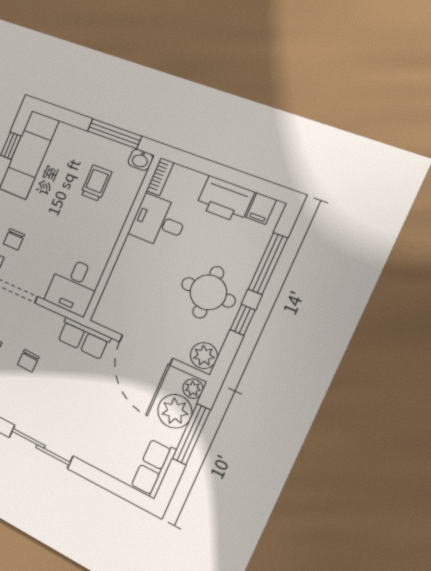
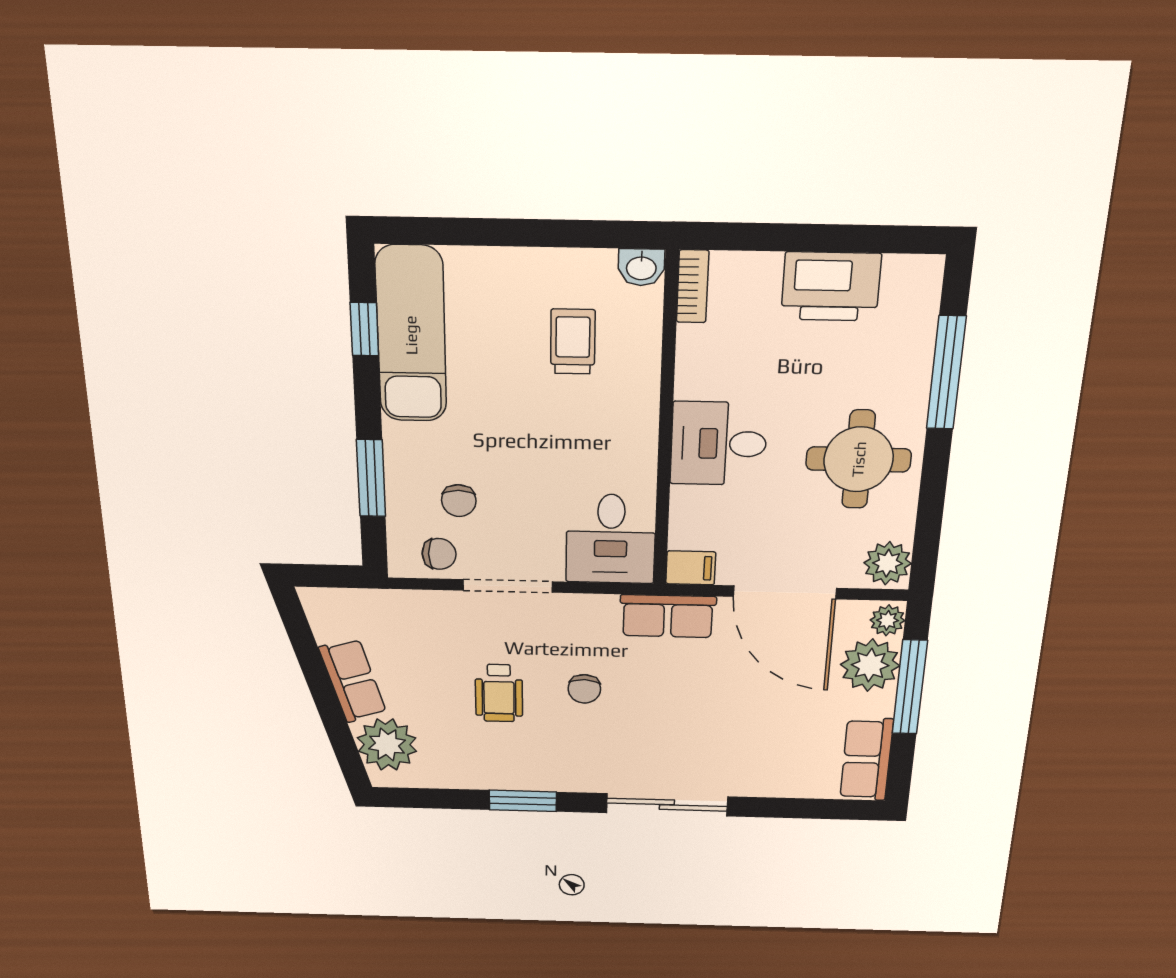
window: (114, 134) -> (568, 234), removed
filing cabinet: (261, 209) -> (691, 568), moved, turned -90
desk: (159, 222) -> (719, 444), moved
window: (243, 320) -> (933, 482), removed

